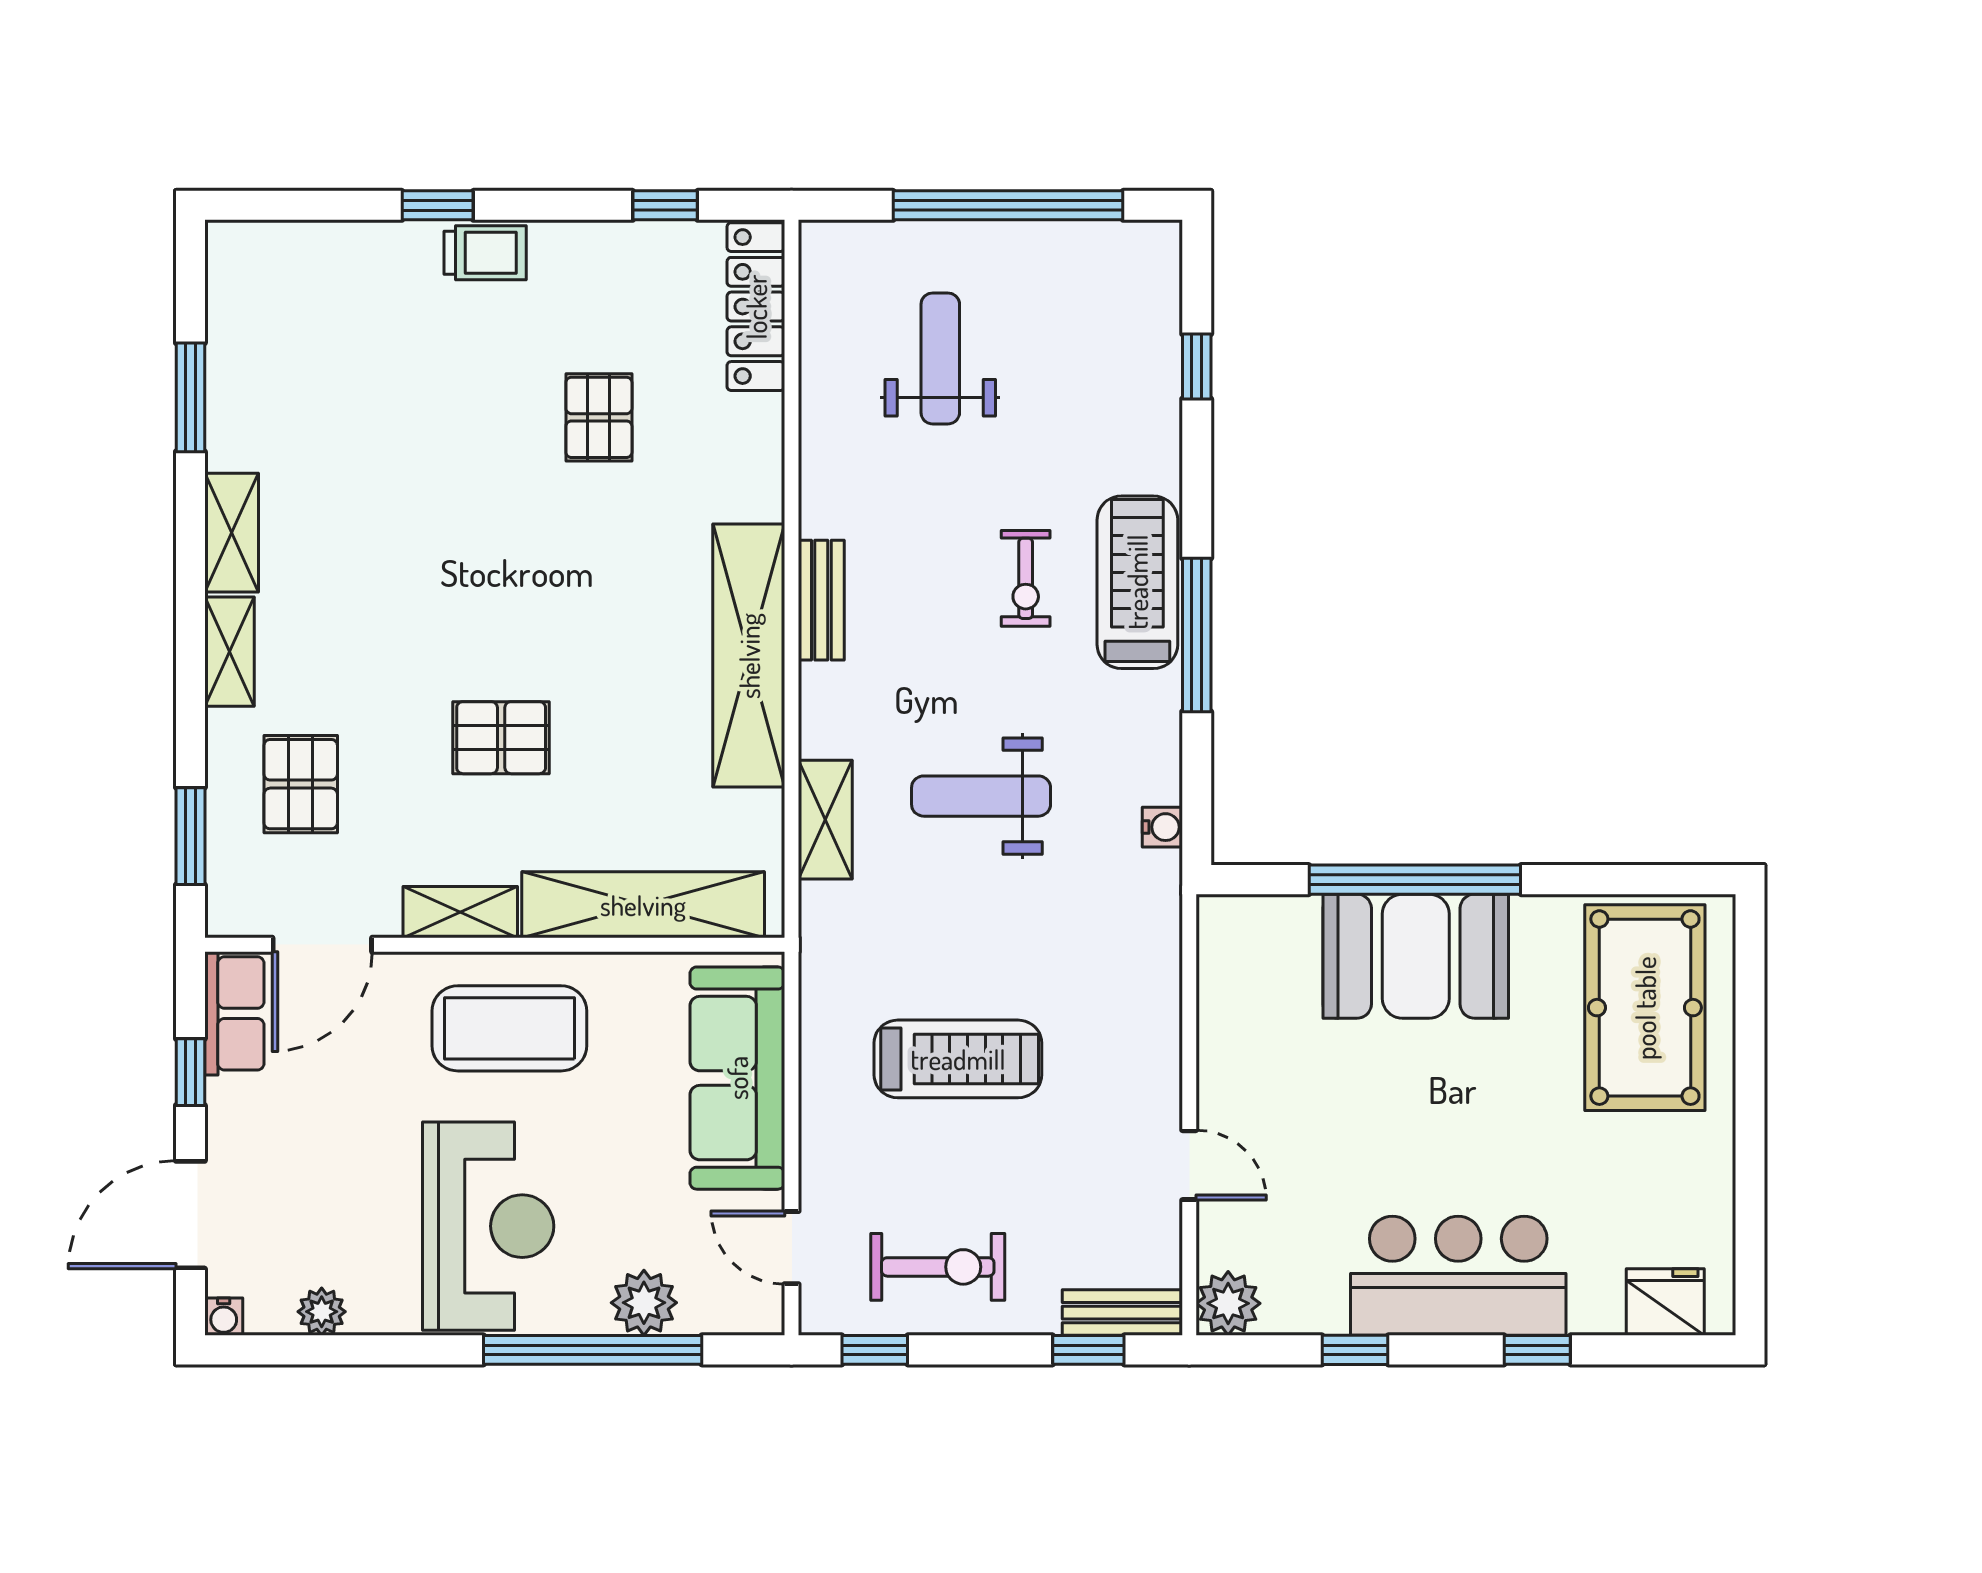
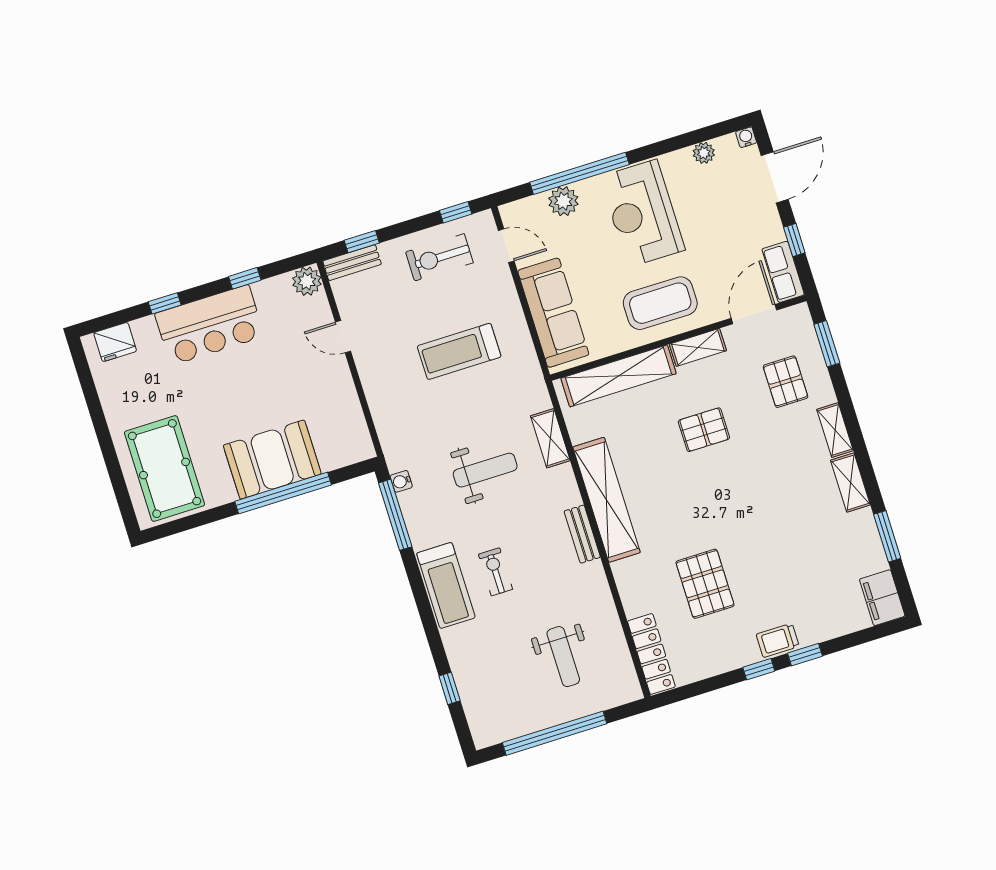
window: (665, 205) -> (759, 669), moved
filing cabinet: (241, 273) -> (882, 598), added
pallet: (599, 417) -> (705, 584), width x1.50, depth x1.42
window: (1197, 635) -> (395, 515), moved

